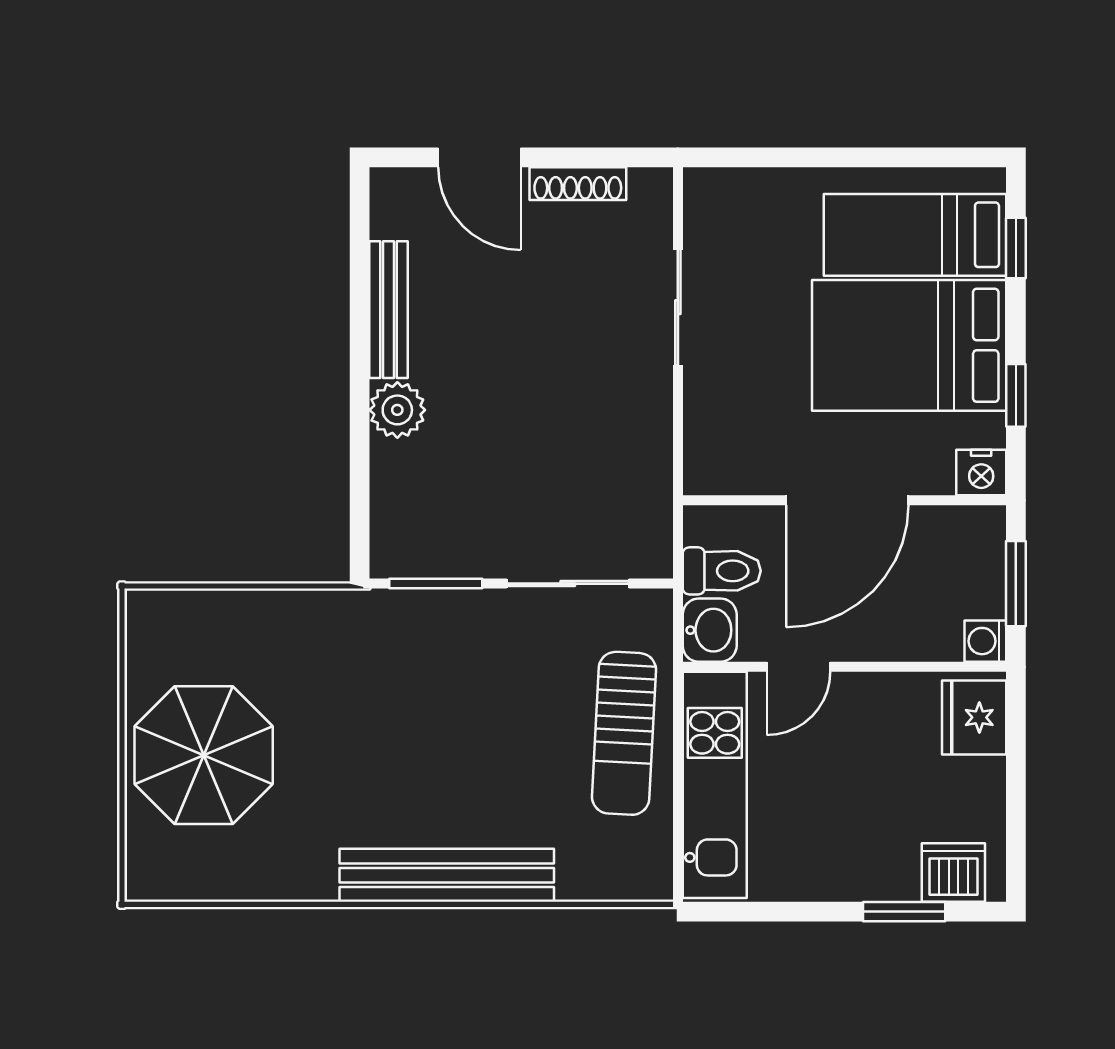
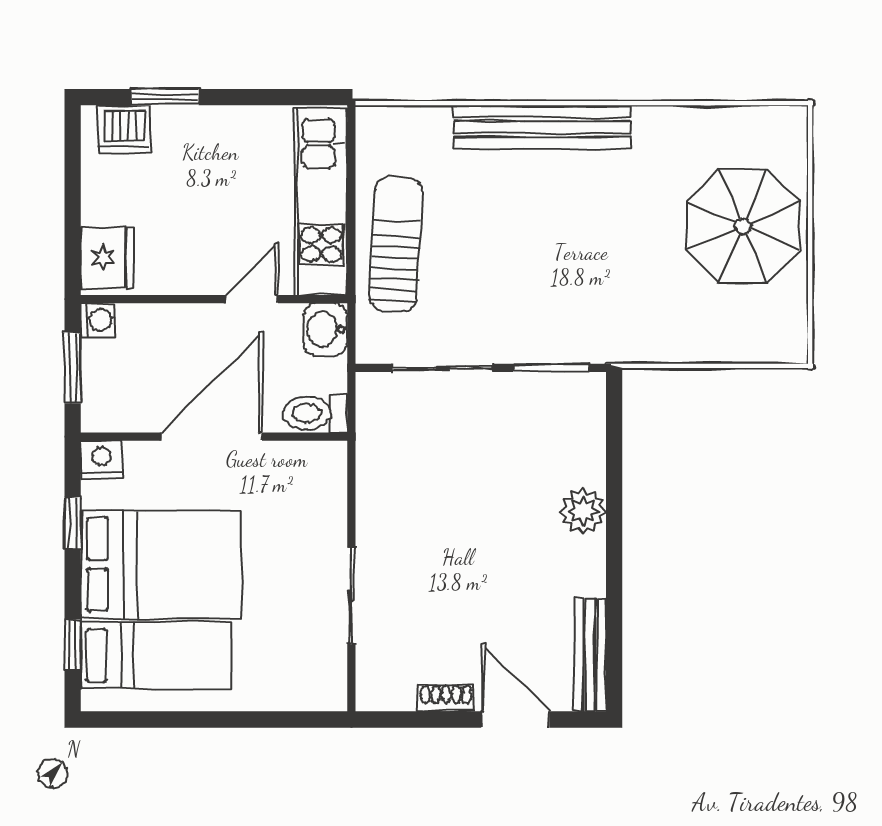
shoe rack: (578, 184) -> (446, 698), width x0.70
bench: (389, 310) -> (590, 655), moved
toilet: (722, 571) -> (315, 413), moved

